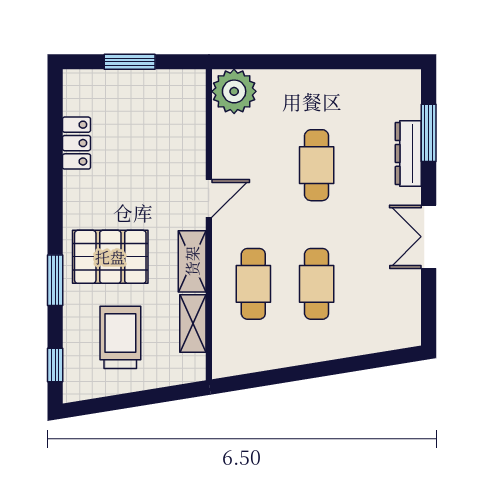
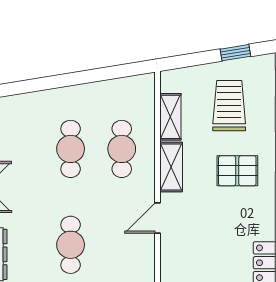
pallet: (110, 257) -> (237, 171), width x0.67, depth x0.71
trolley: (120, 337) -> (229, 106), turned 180
window: (113, 403) -> (235, 53), added

